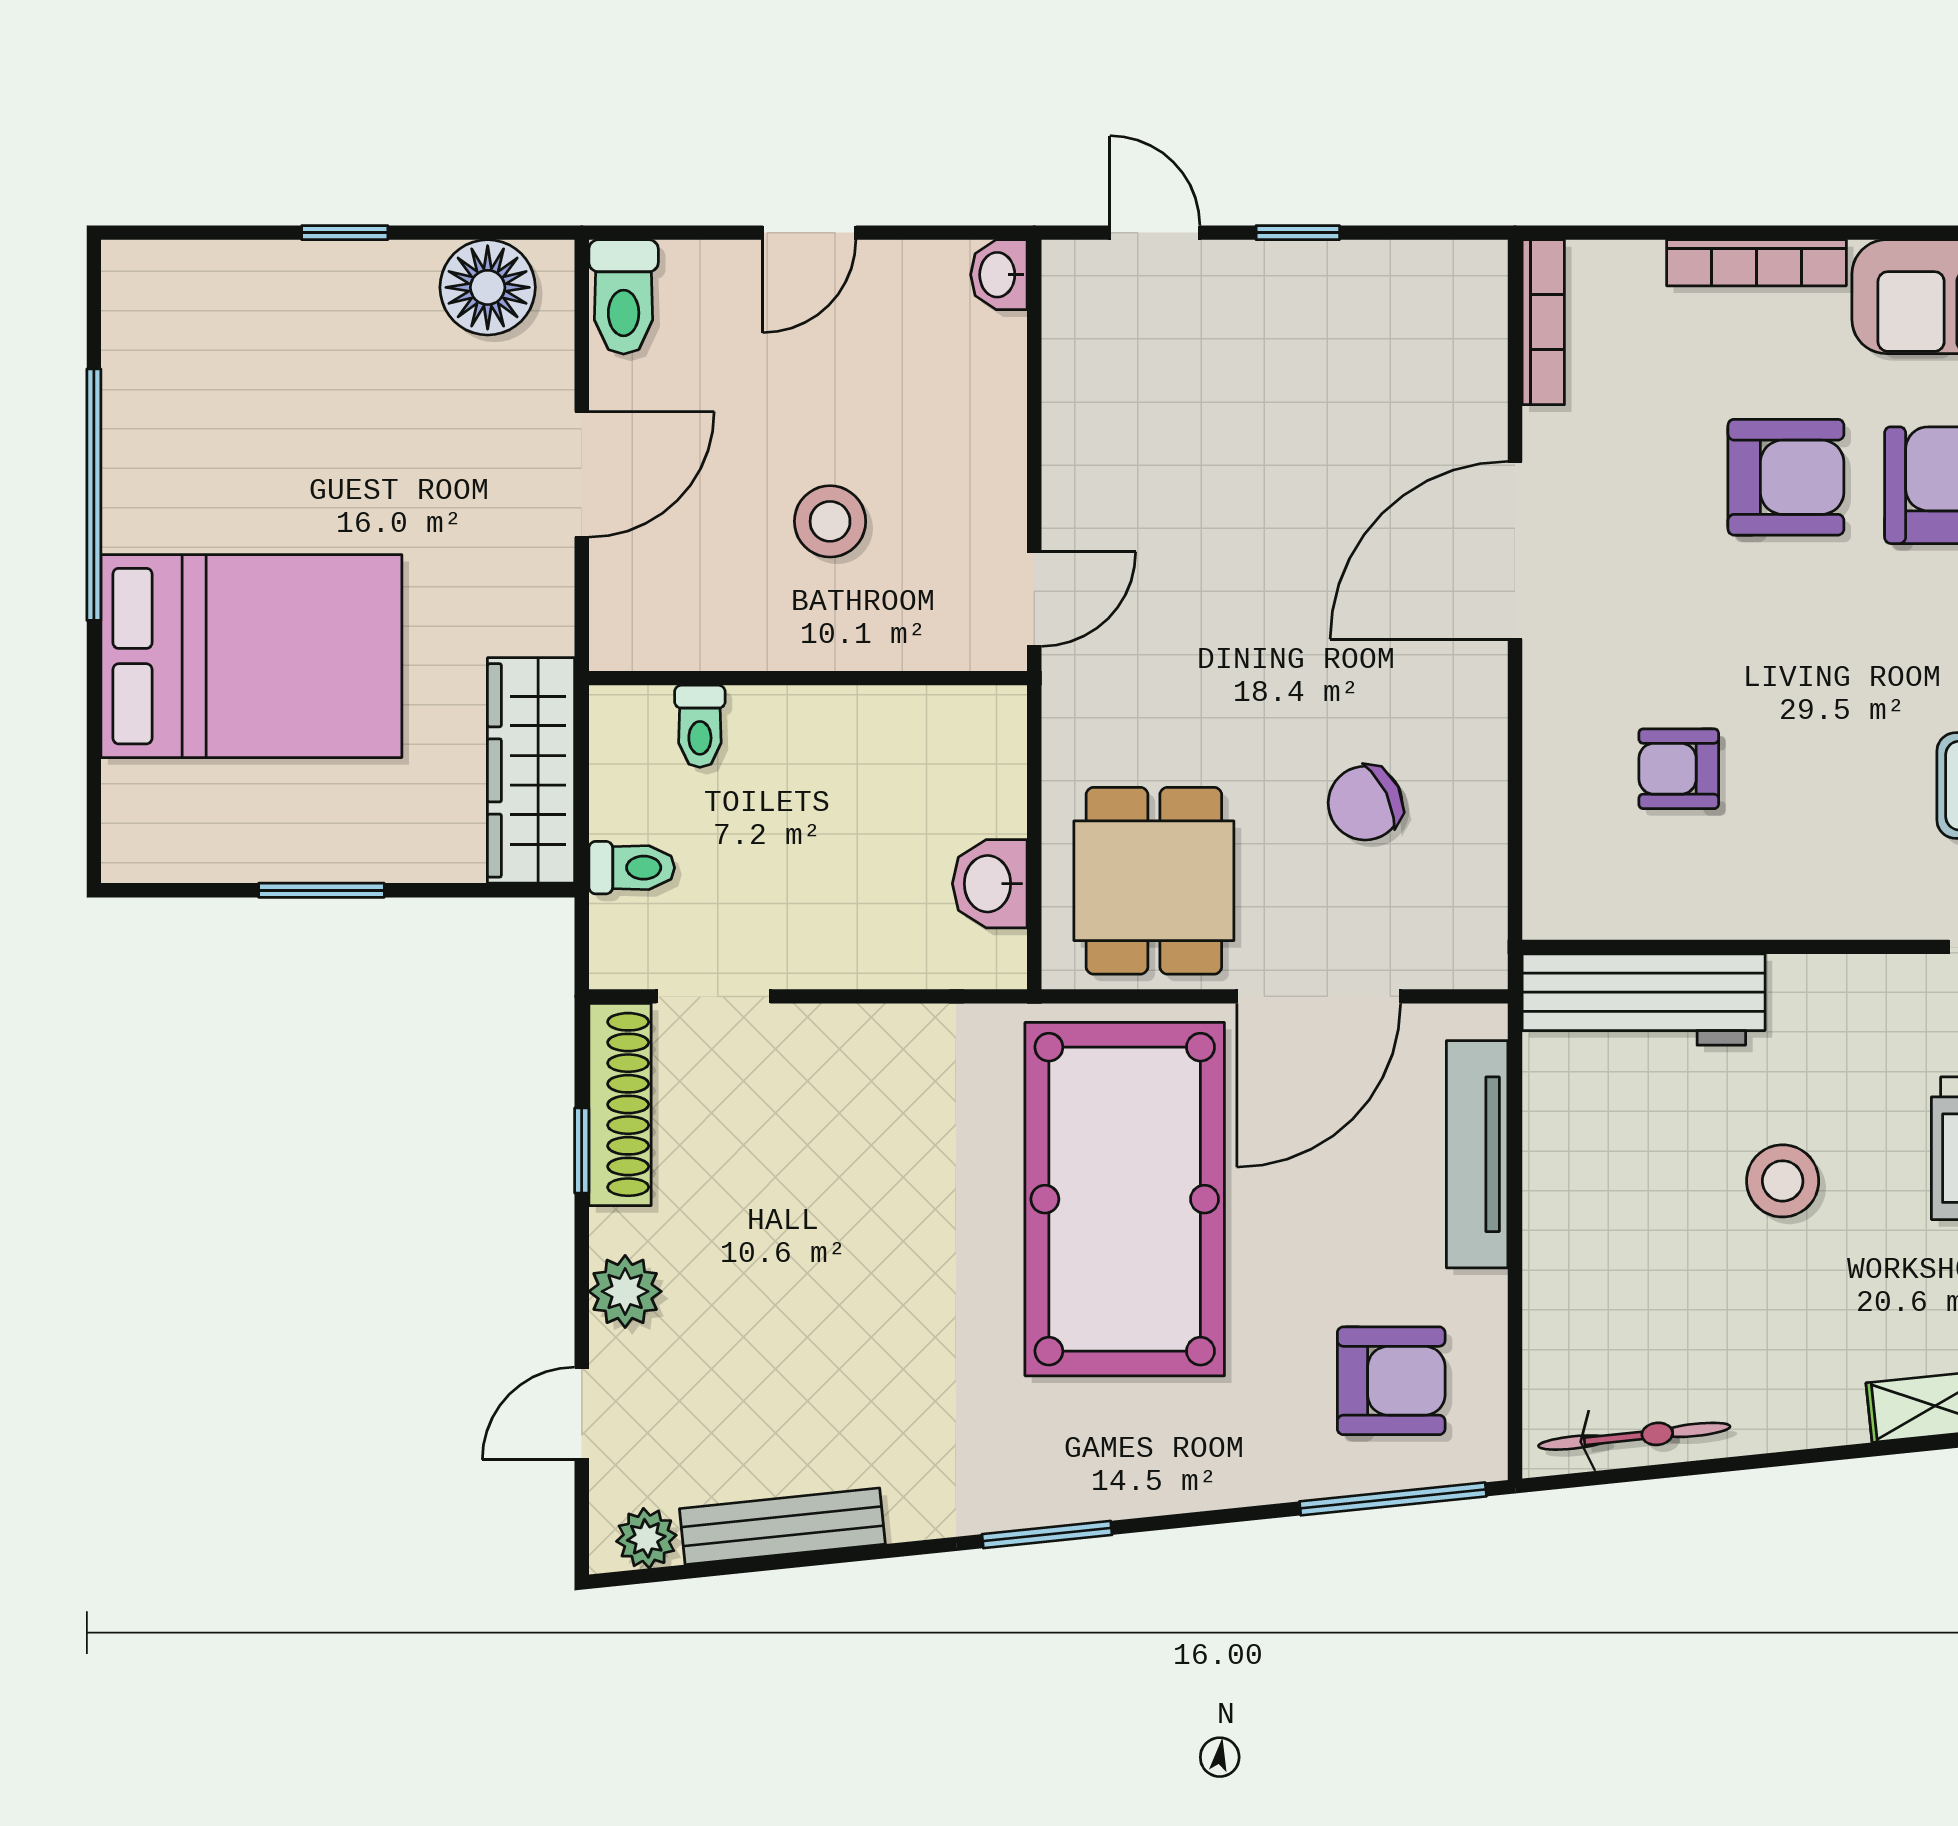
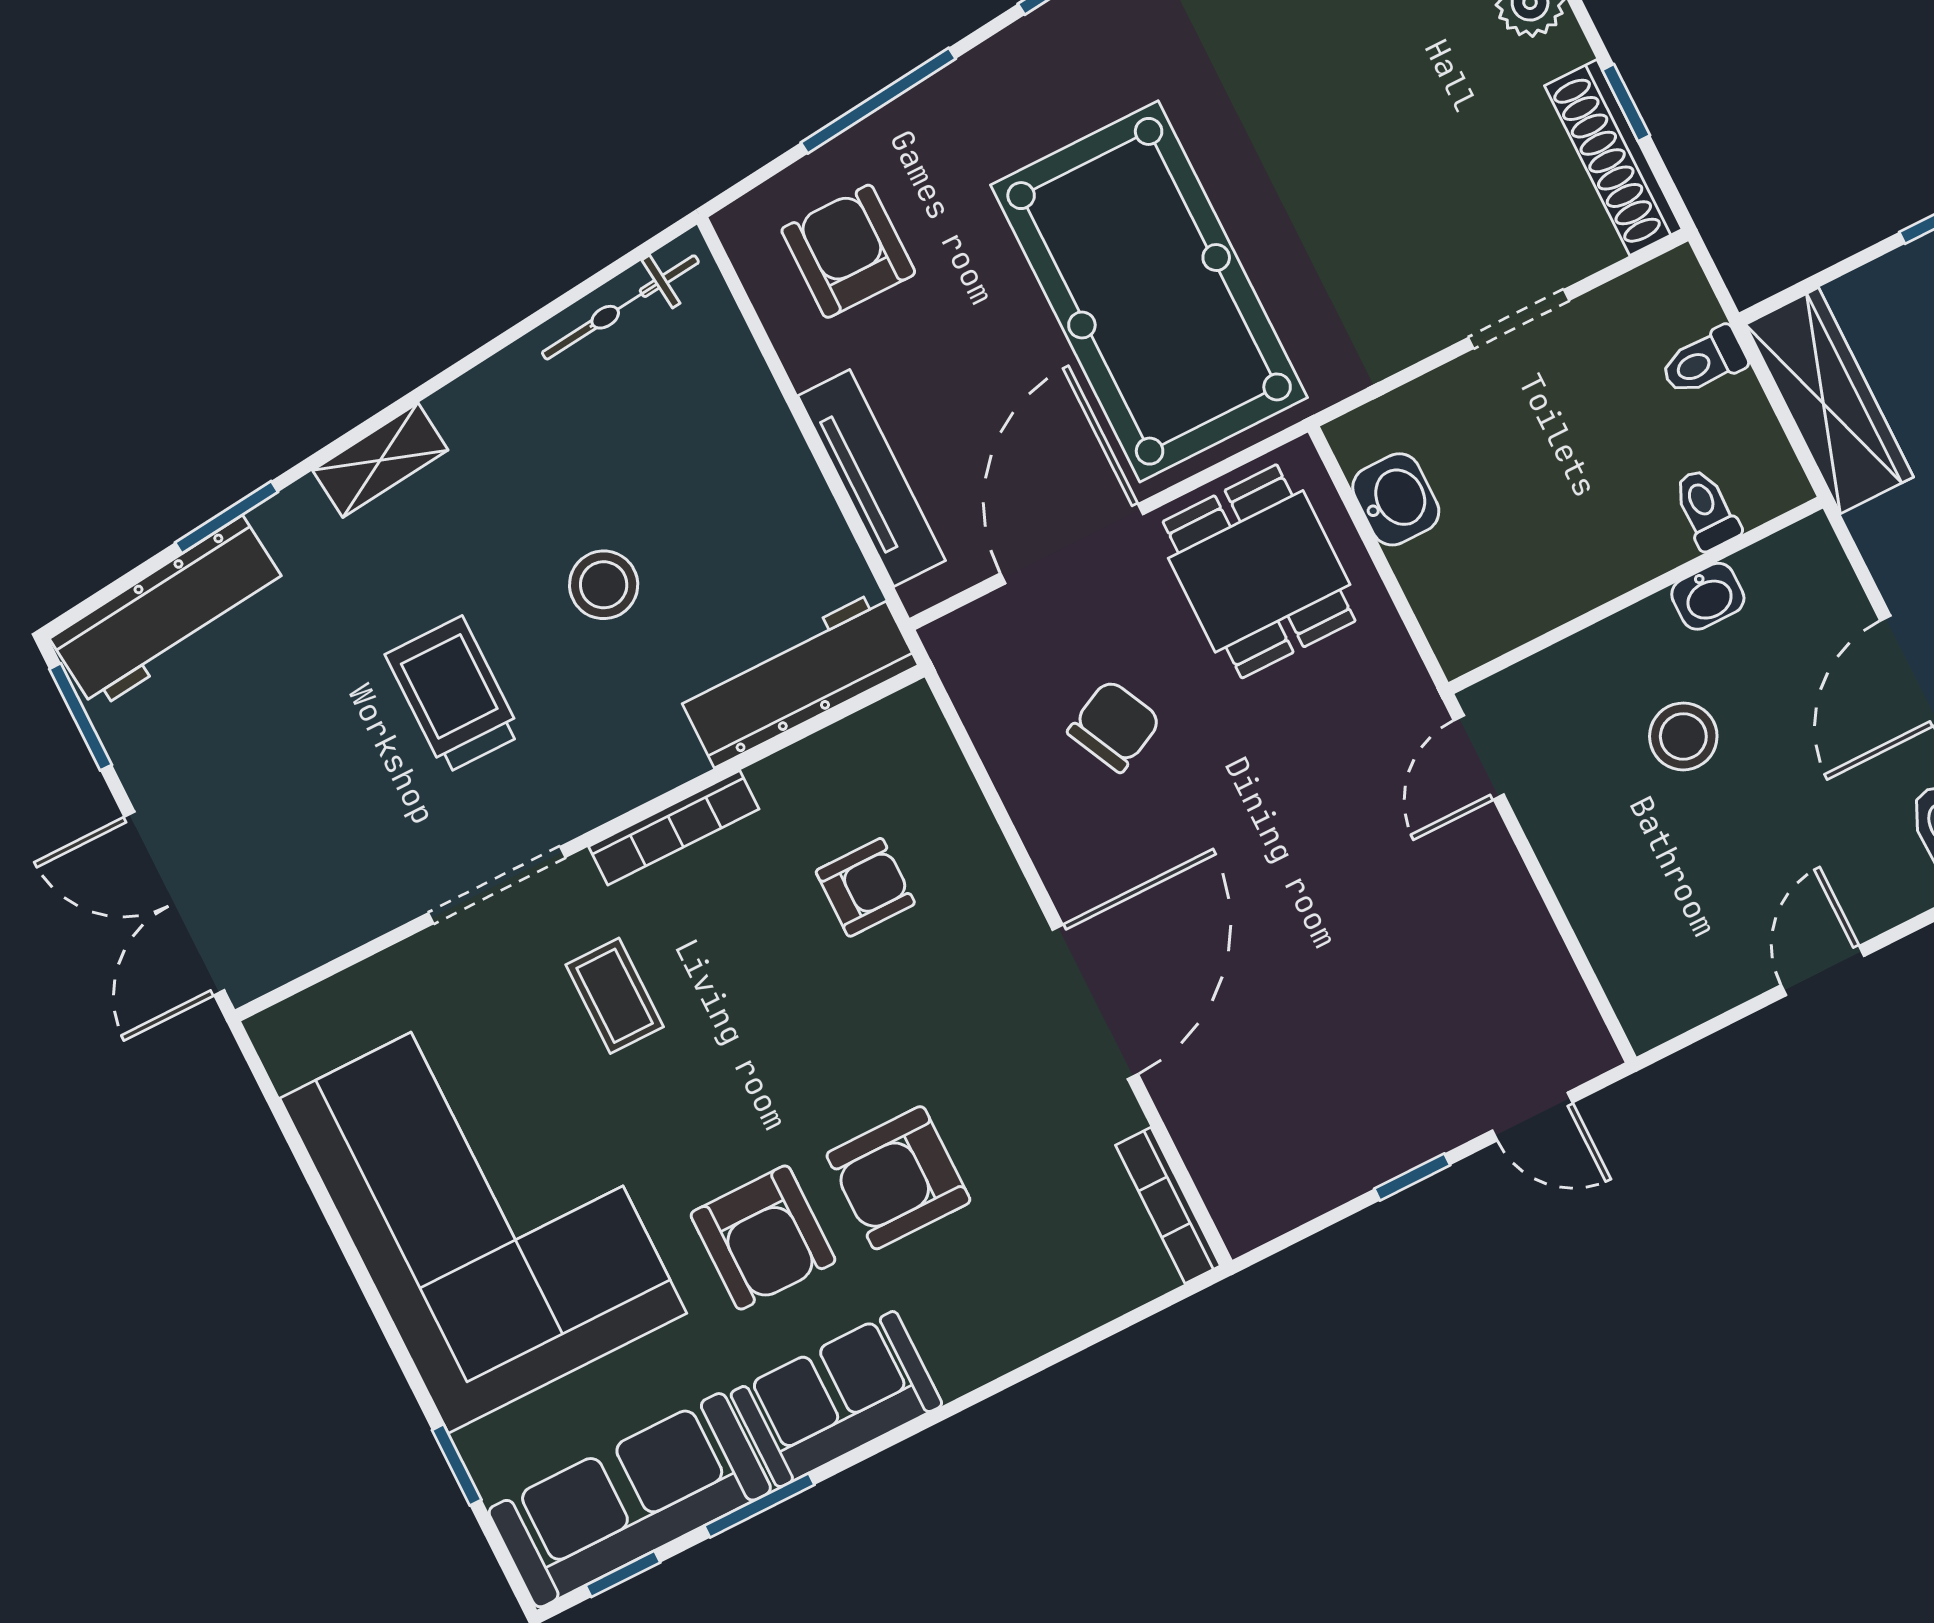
bookcase: (1756, 263) -> (674, 828), moved, turned 180
washbasin: (999, 275) -> (1708, 596), moved, turned 90
doorway: (713, 996) -> (1519, 319), moved
armchair: (1391, 1381) -> (848, 251), turned 90
window: (1393, 1499) -> (878, 101), moved

